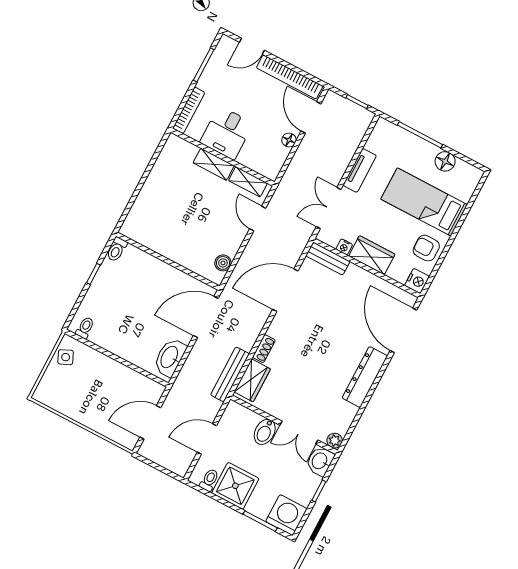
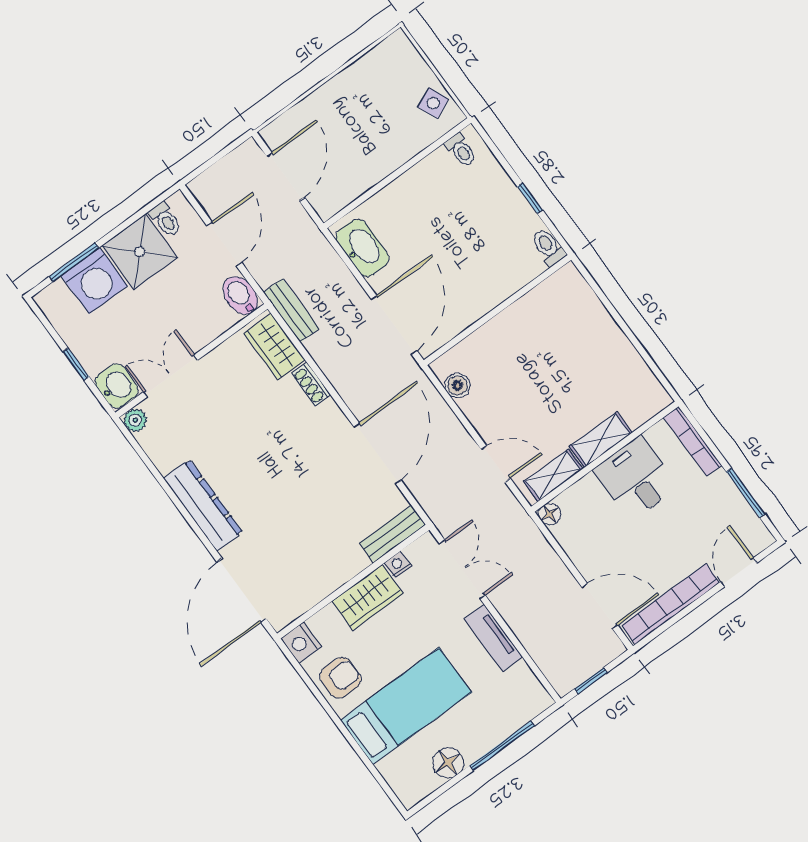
floor lamp: (289, 140) -> (550, 514), moved
door: (403, 330) -> (242, 590), swing flipped
bench: (230, 374) -> (291, 311), width x0.73
bidet: (265, 432) -> (240, 295), moved
washing machine: (286, 515) -> (94, 281), moved

